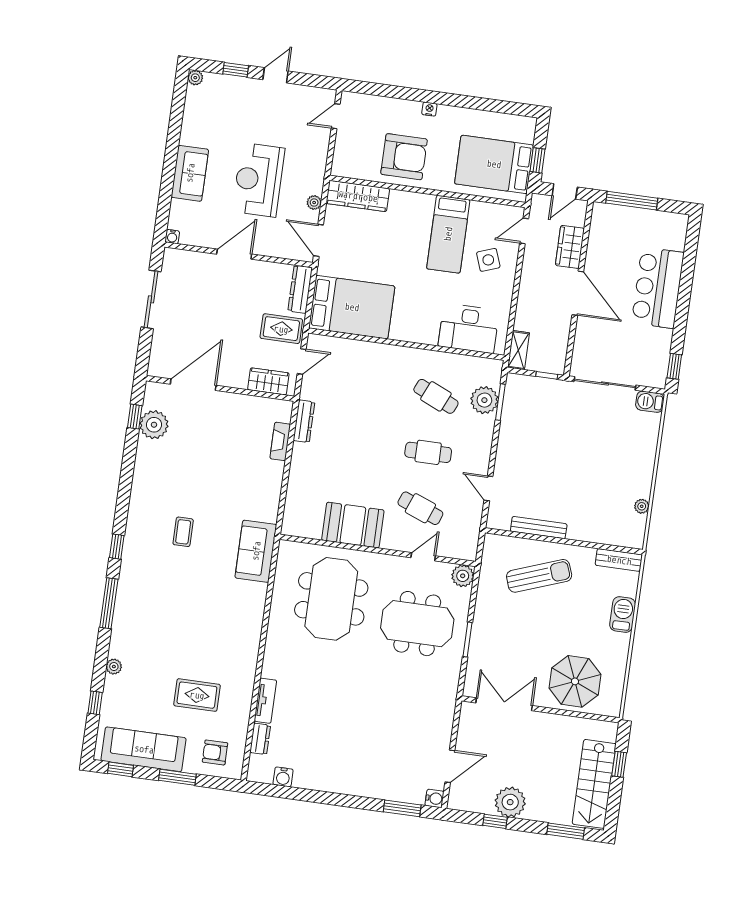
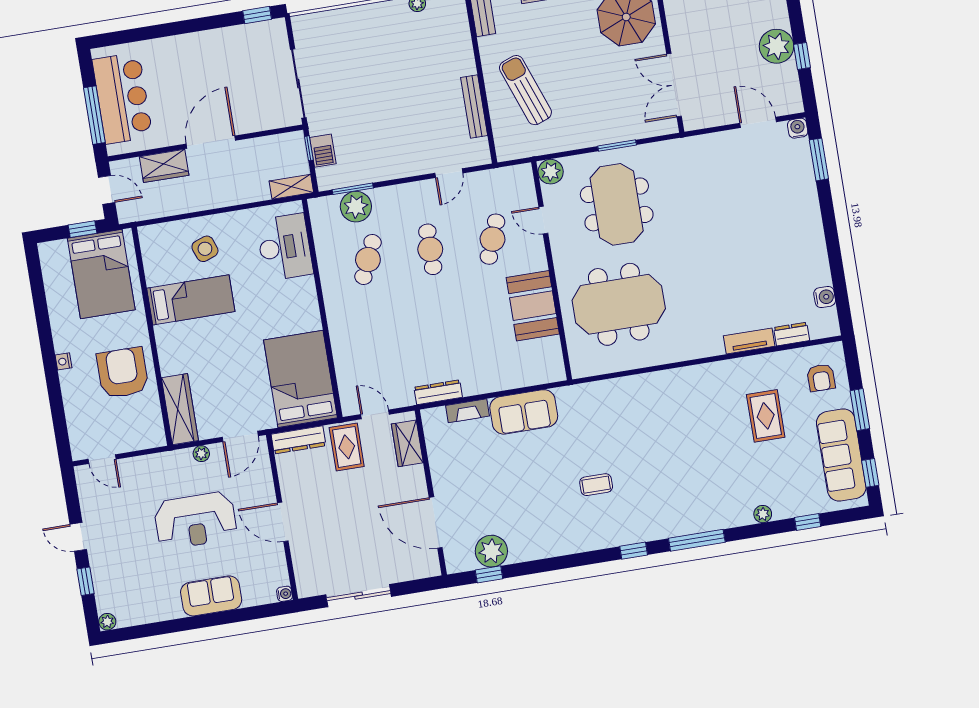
door: (524, 231) -> (162, 220), removed
bar counter: (658, 288) -> (122, 98), moved, turned -90
barbecue: (650, 402) -> (323, 151), moved
sofa: (256, 551) -> (524, 412), moved

